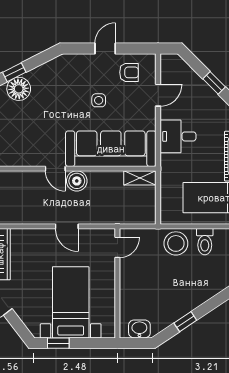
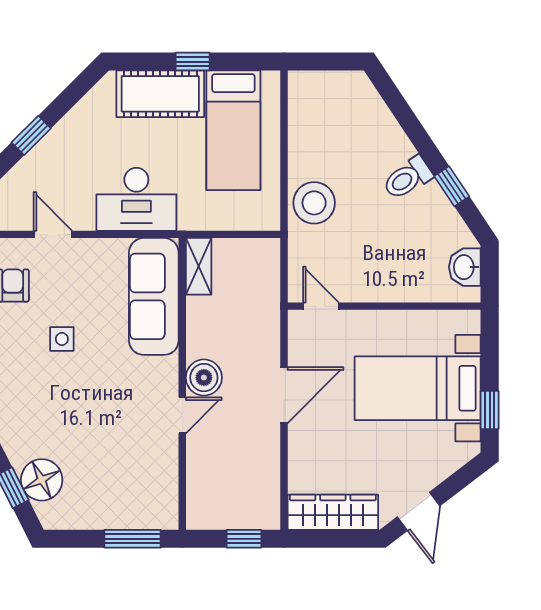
desk: (178, 136) -> (136, 199), width x1.37
sofa: (111, 149) -> (154, 296), width x0.74, depth x0.79
door: (67, 226) -> (284, 395), width x1.38
toilet: (205, 242) -> (407, 178), moved, turned 146

